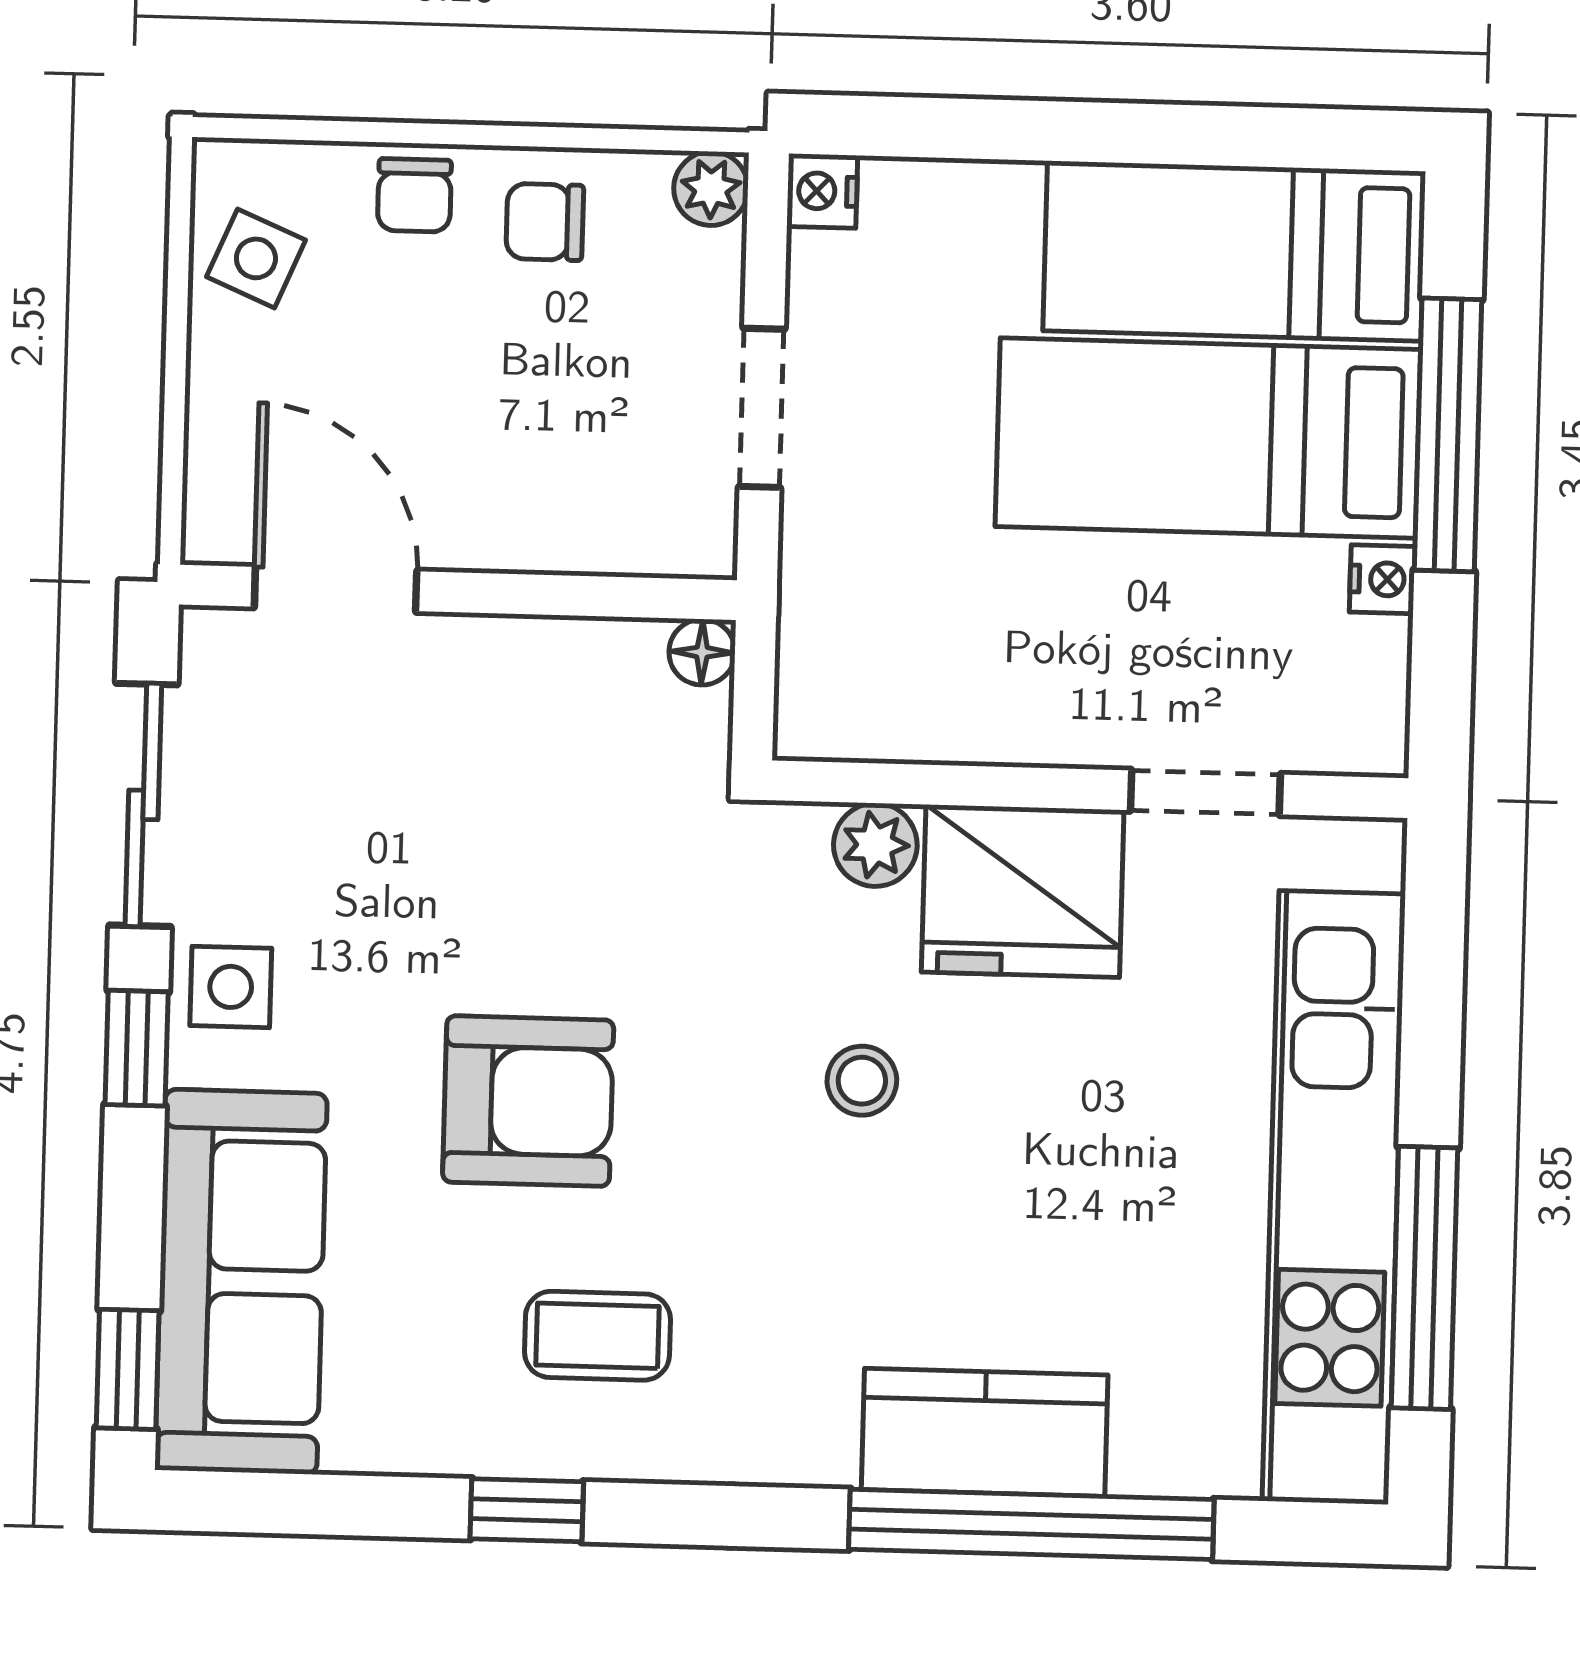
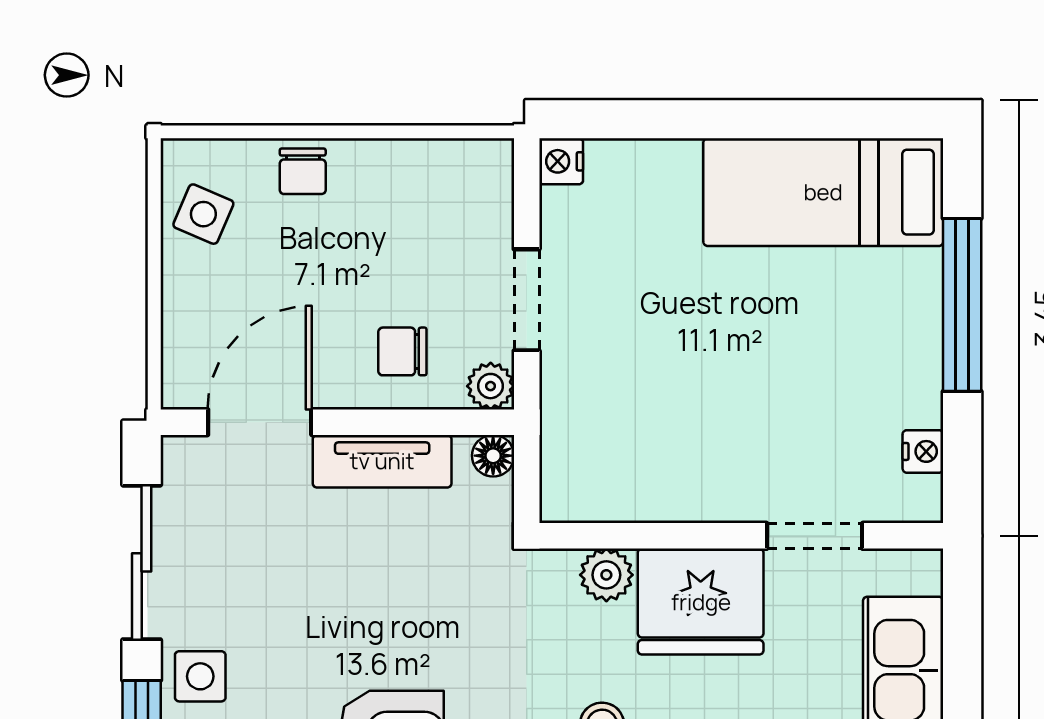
plant: (711, 189) -> (491, 386), moved
chair: (545, 222) -> (402, 351), moved
bed: (1208, 438) -> (810, 311), removed
nightstand: (1382, 579) -> (923, 451), moved
door: (336, 589) -> (260, 422), hinge flipped
tv unit: (527, 656) -> (382, 461), added

